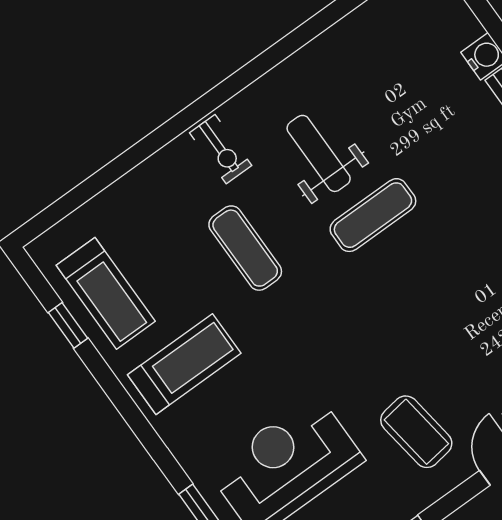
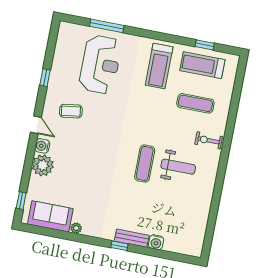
exercise mat: (245, 248) -> (195, 103), moved
coffee table: (416, 432) -> (71, 111), width x0.73, depth x0.77

